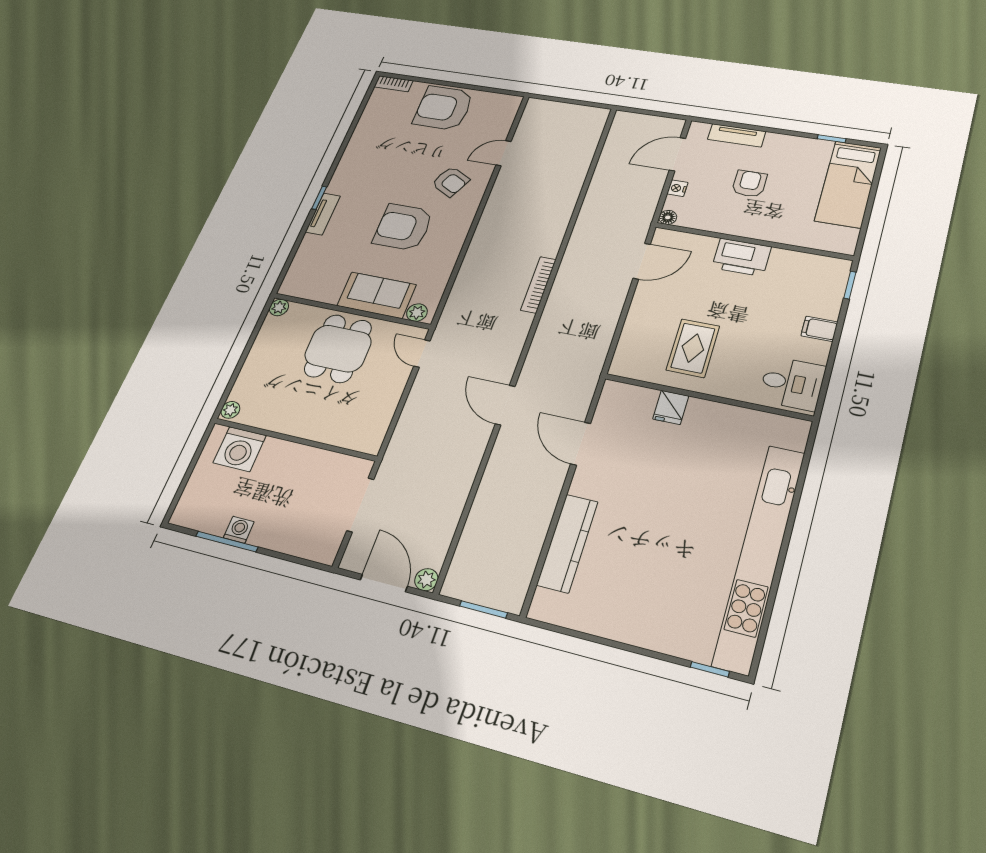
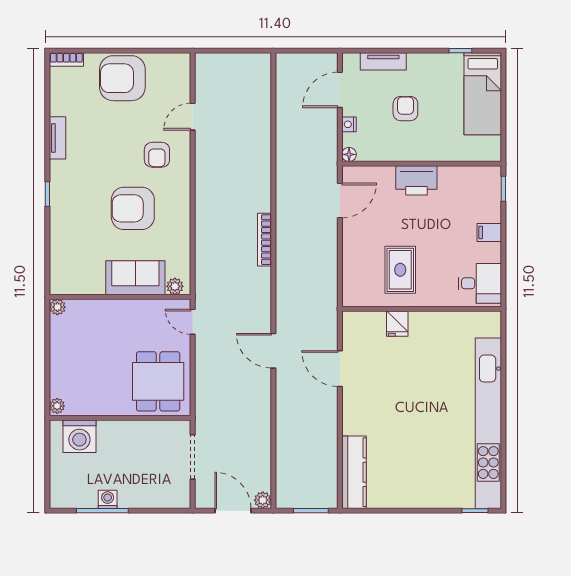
armchair: (451, 182) -> (157, 155), turned 63
tv unit: (323, 214) -> (57, 138), moved
dining table: (338, 348) -> (158, 381), moved
kitchen counter: (567, 543) -> (354, 472), moved

